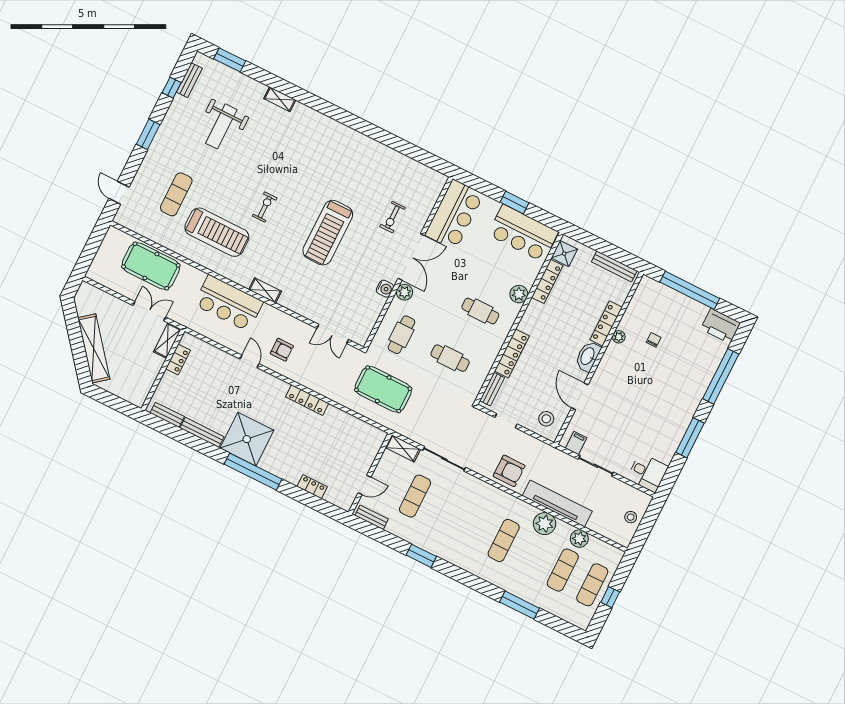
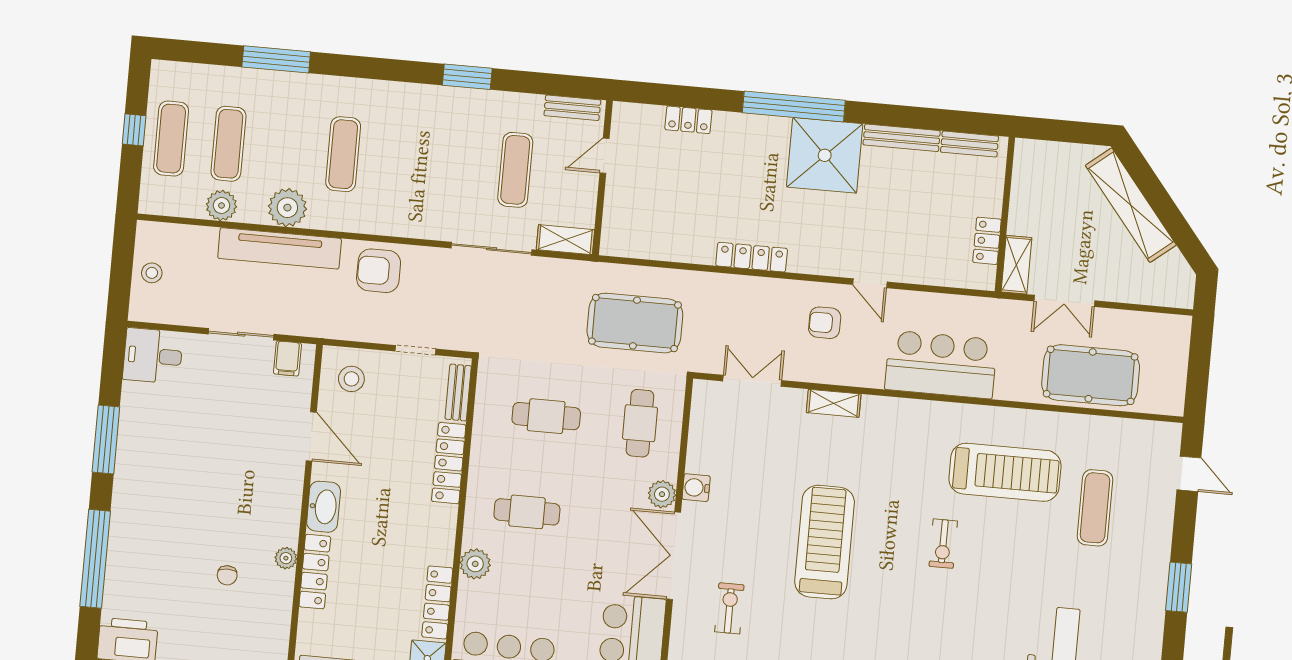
treadmill: (217, 232) -> (1005, 472), turned 180
shelving: (265, 290) -> (834, 403), moved

